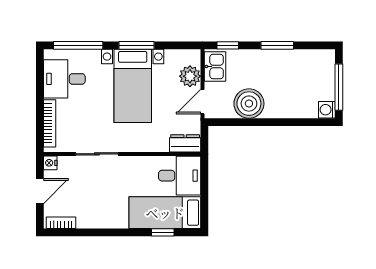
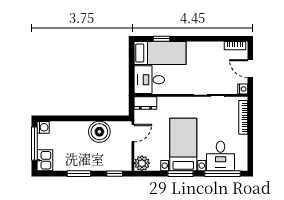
kitchen sink: (215, 66) -> (45, 160), moved, turned 180
plant: (190, 76) -> (142, 163), moved
desk: (64, 79) -> (221, 156), moved, turned 90
door: (40, 191) -> (250, 69), hinge flipped

